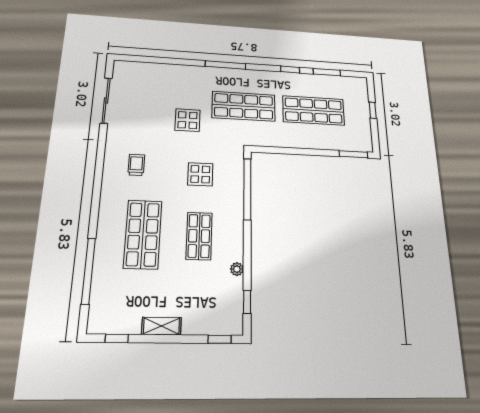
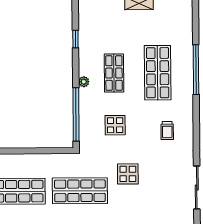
plant: (237, 269) -> (84, 82), moved
window: (88, 271) -> (196, 70), moved
window: (247, 302) -> (75, 39), moved

